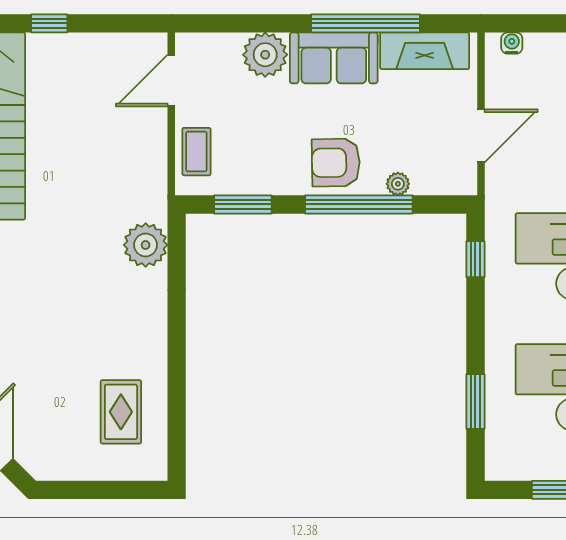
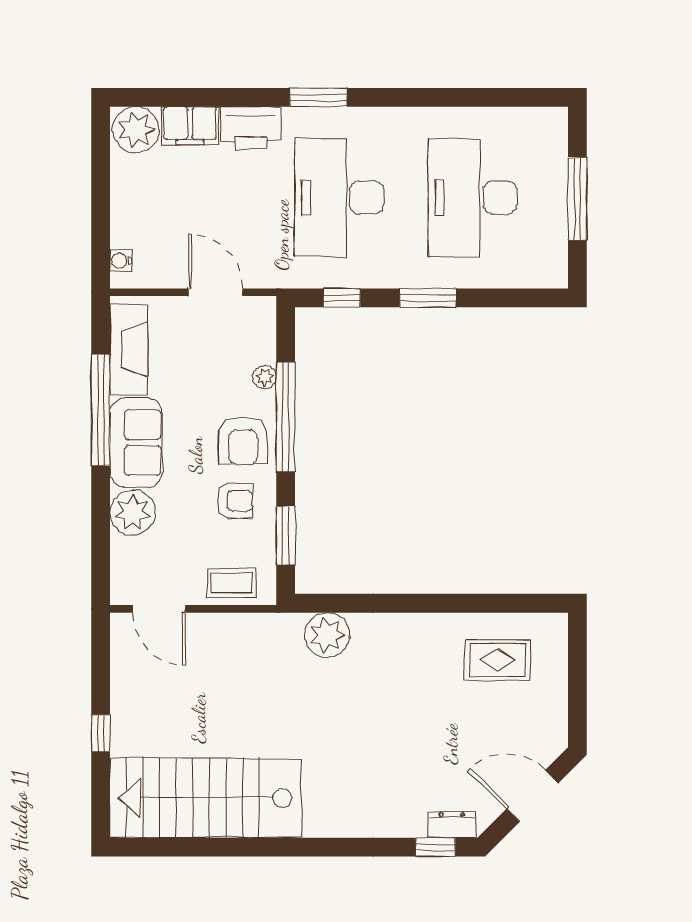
armchair: (277, 155) -> (235, 501), added
window: (475, 401) -> (428, 298), moved

